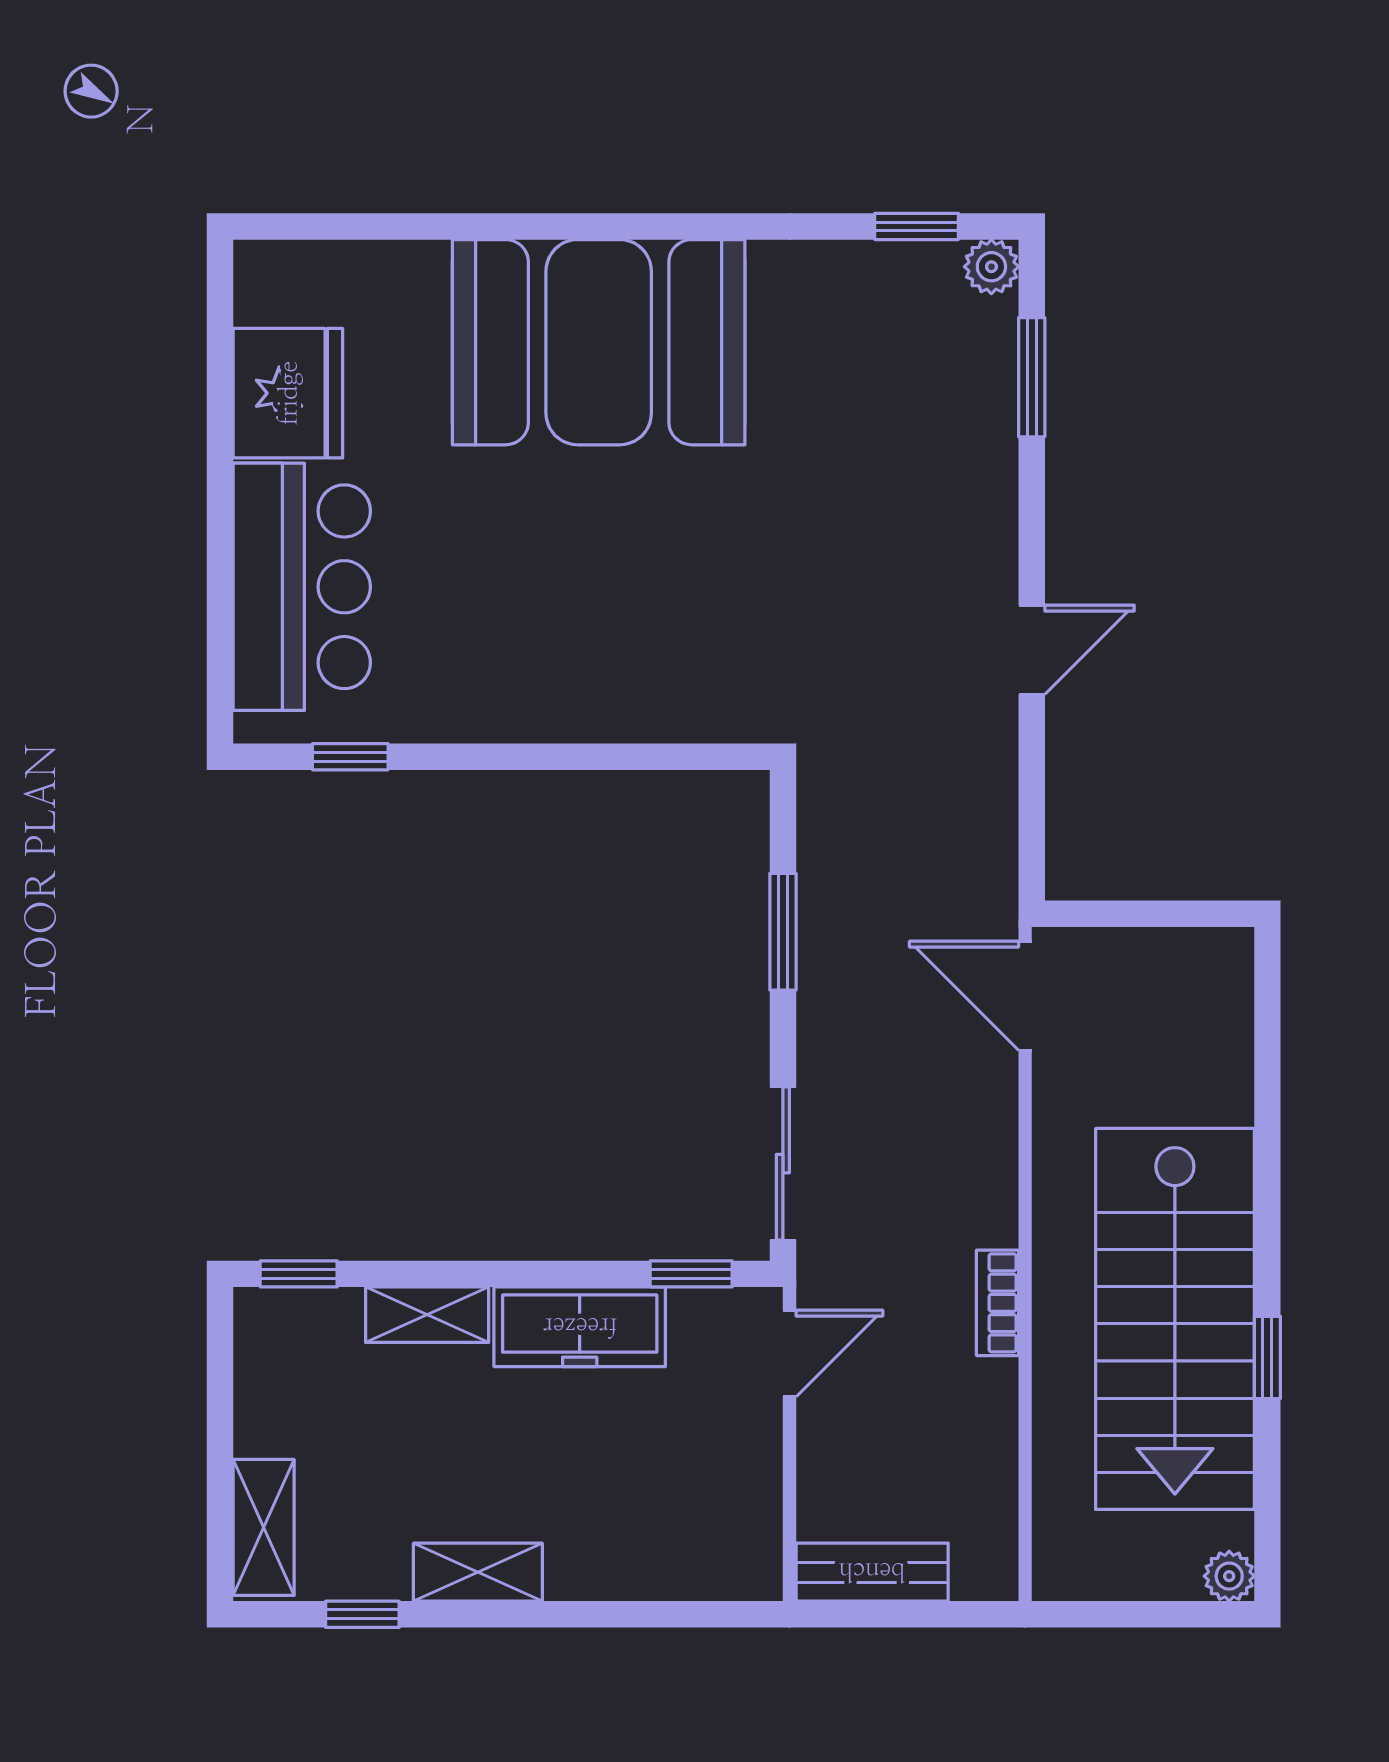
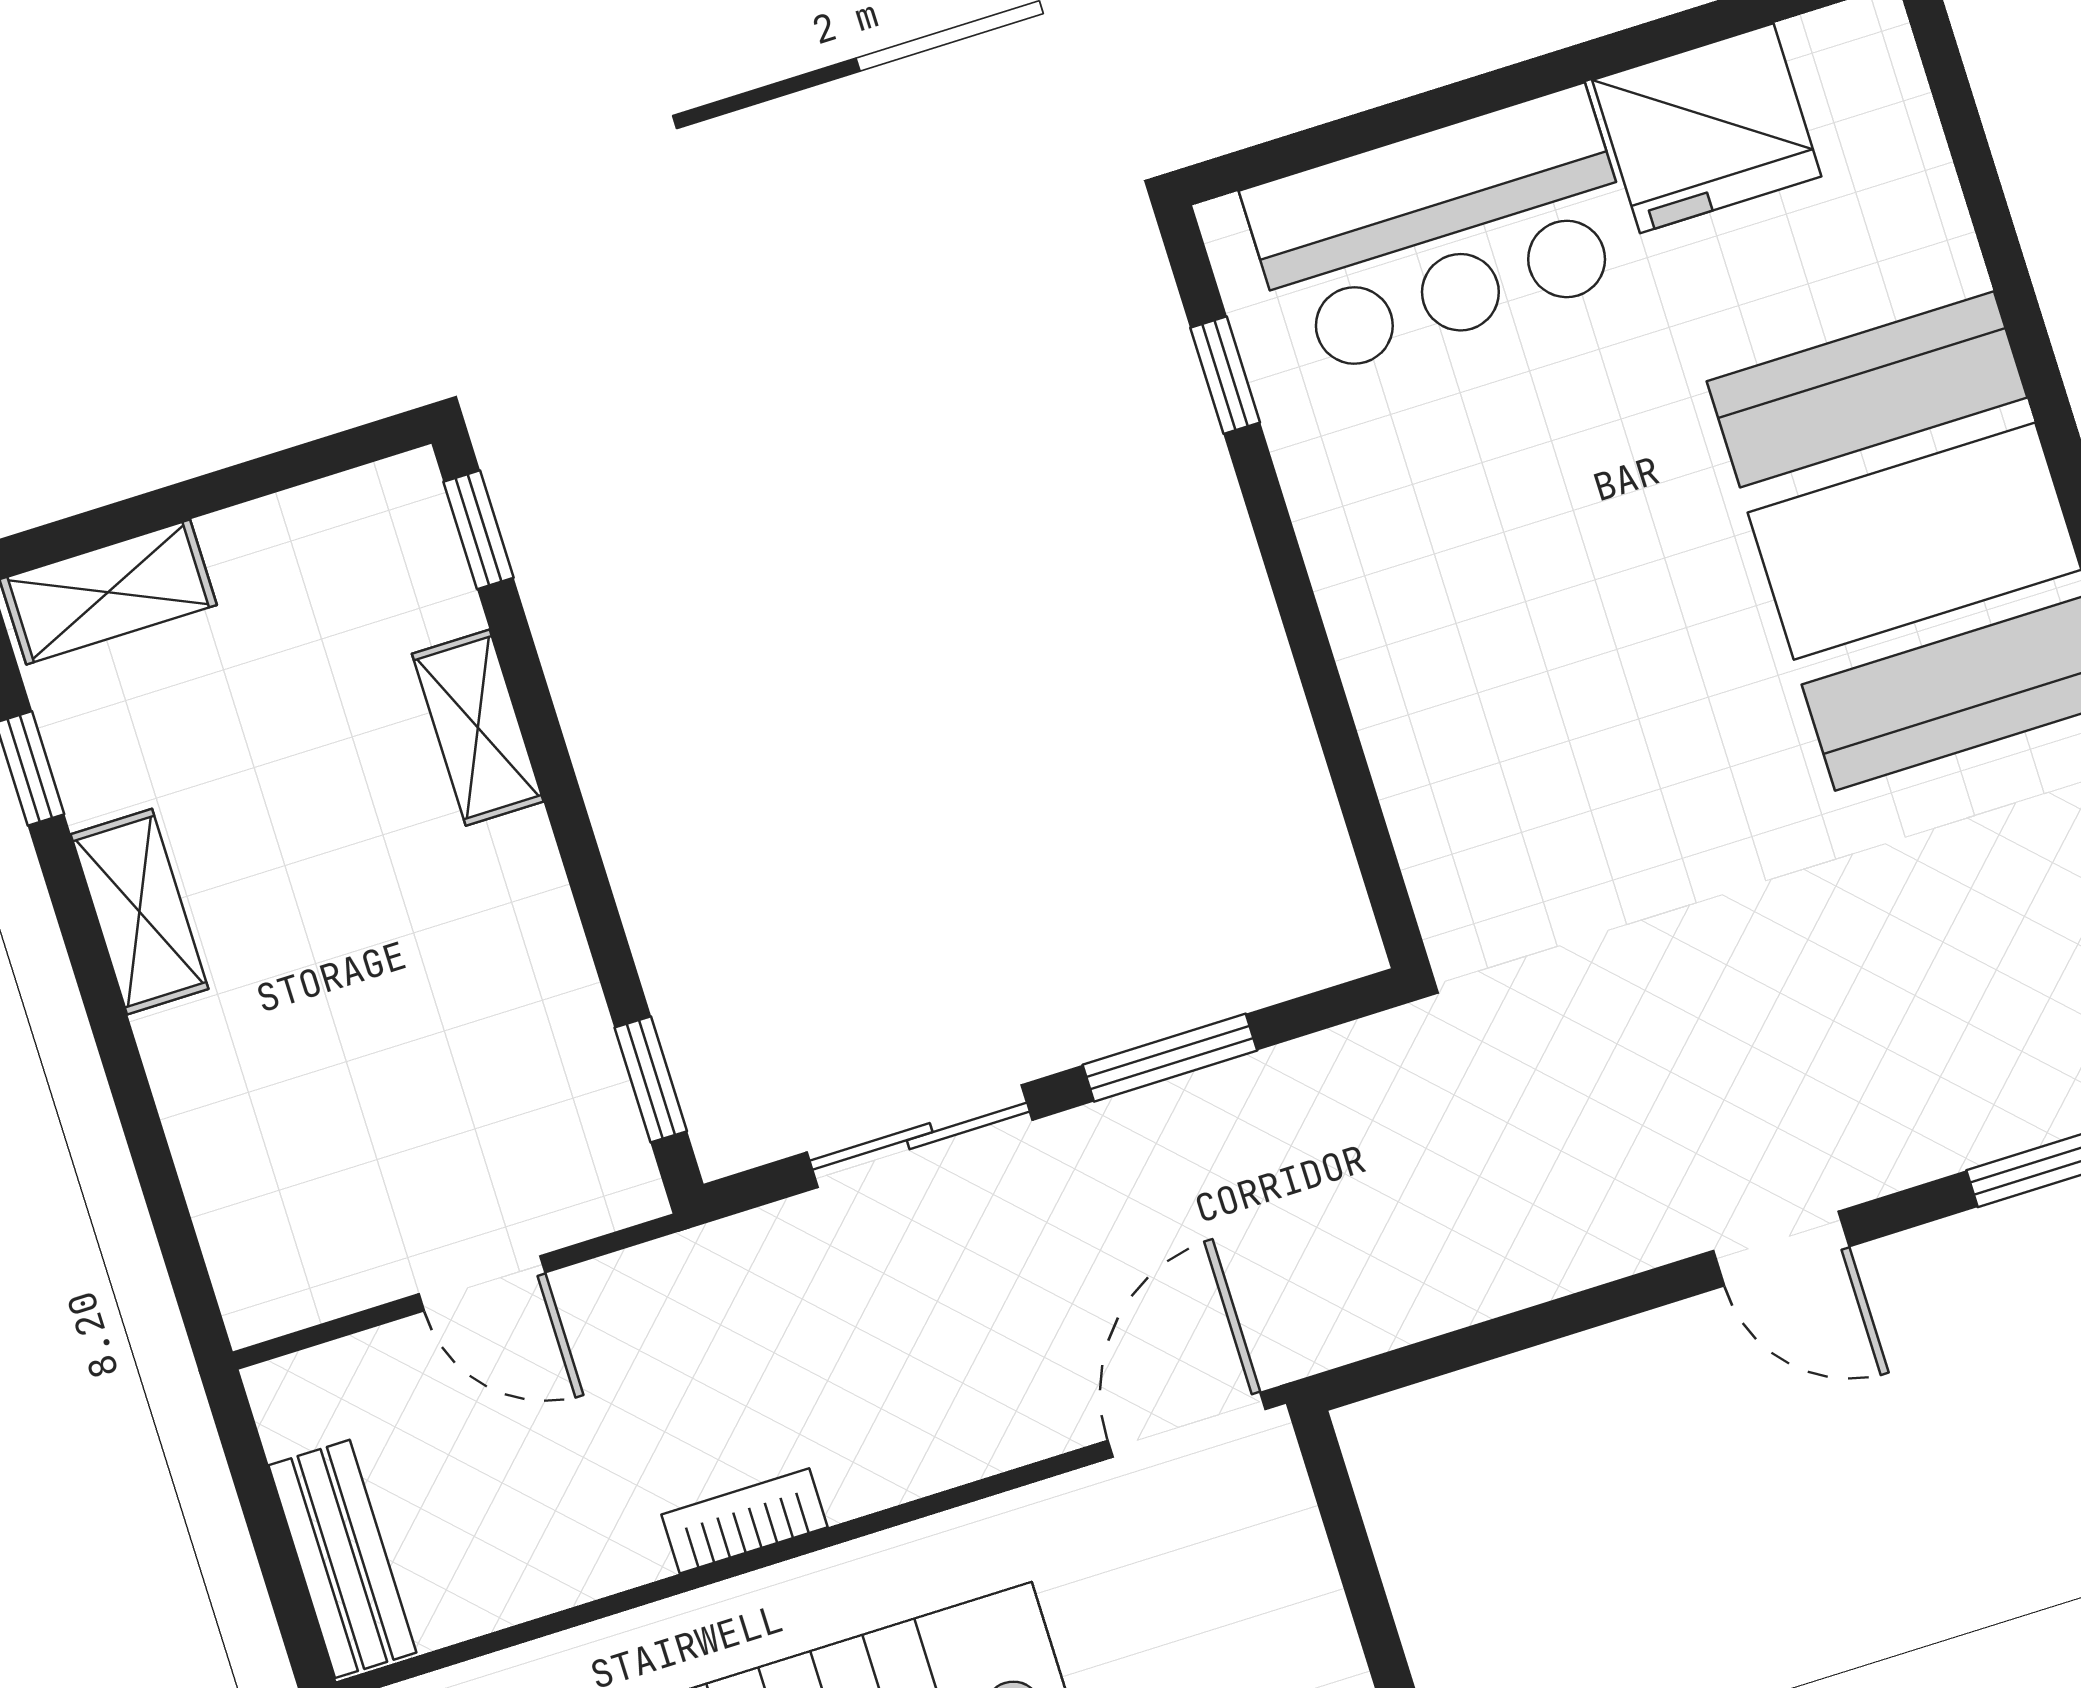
door: (1032, 650) -> (1781, 1249), moved
sliding door: (783, 1164) -> (920, 1136), moved
freezer: (580, 1327) -> (528, 946), removed
door: (789, 1354) -> (482, 1283), moved
bench: (872, 1572) -> (342, 1559), moved

